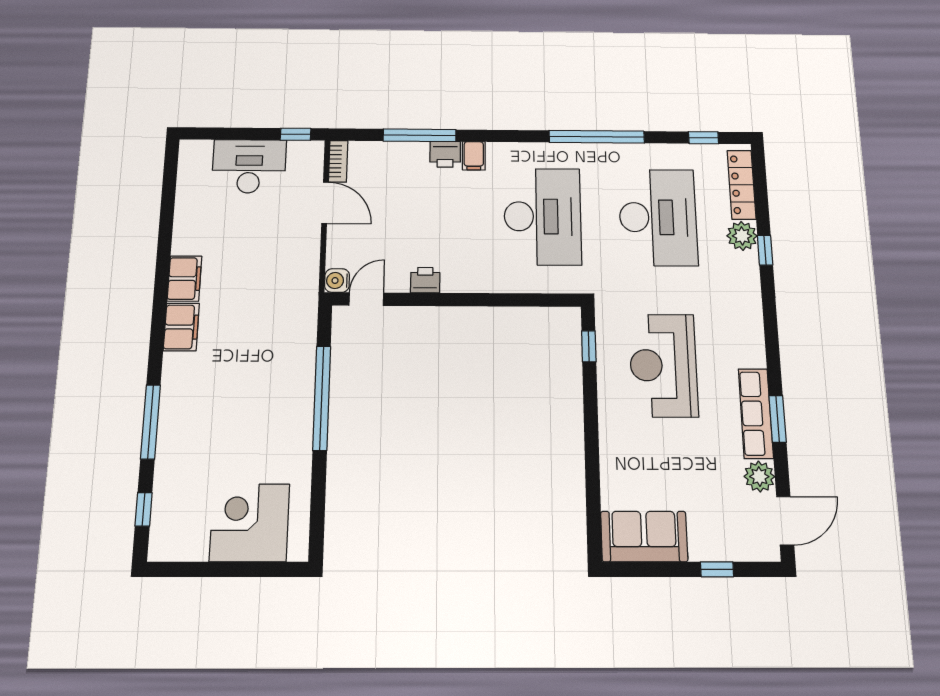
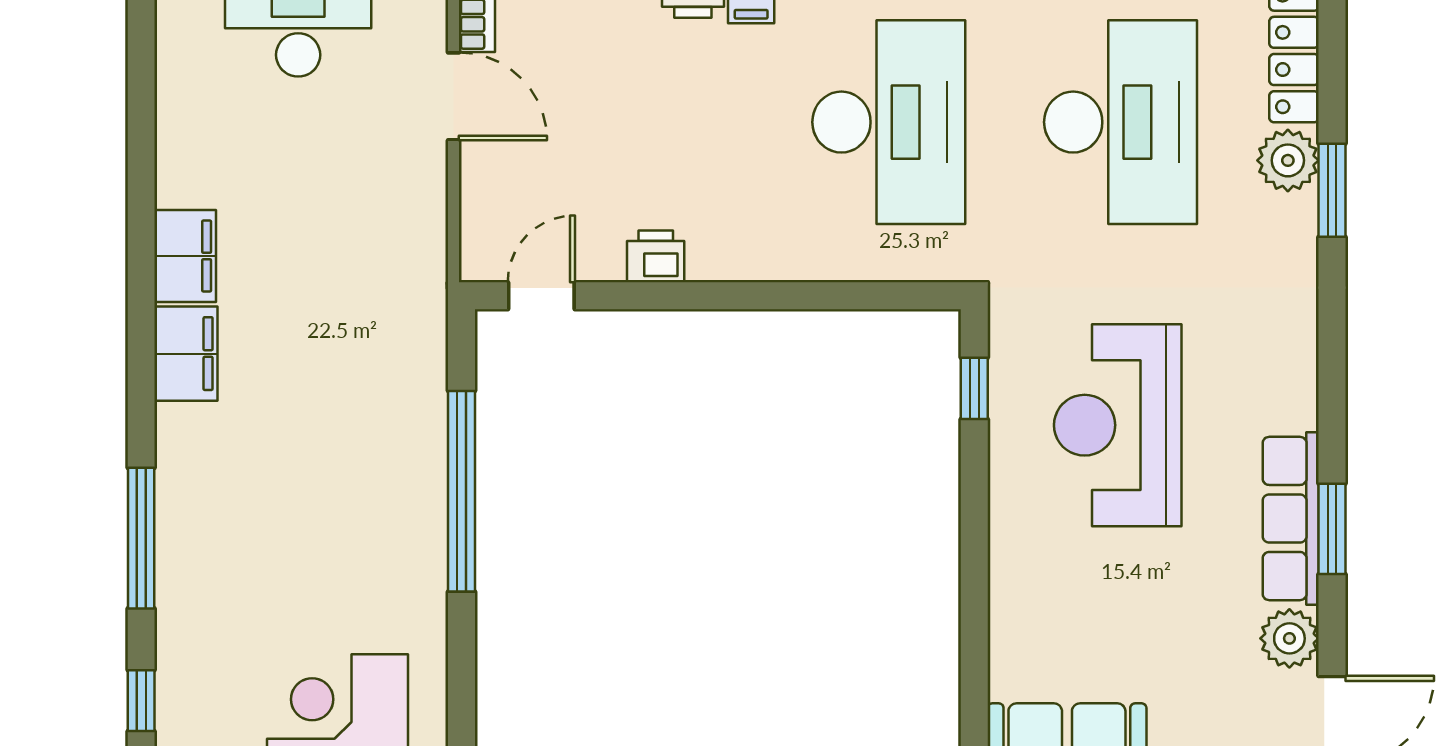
window: (765, 250) -> (1332, 190), width x1.50
water cooler: (337, 281) -> (483, 258), removed

